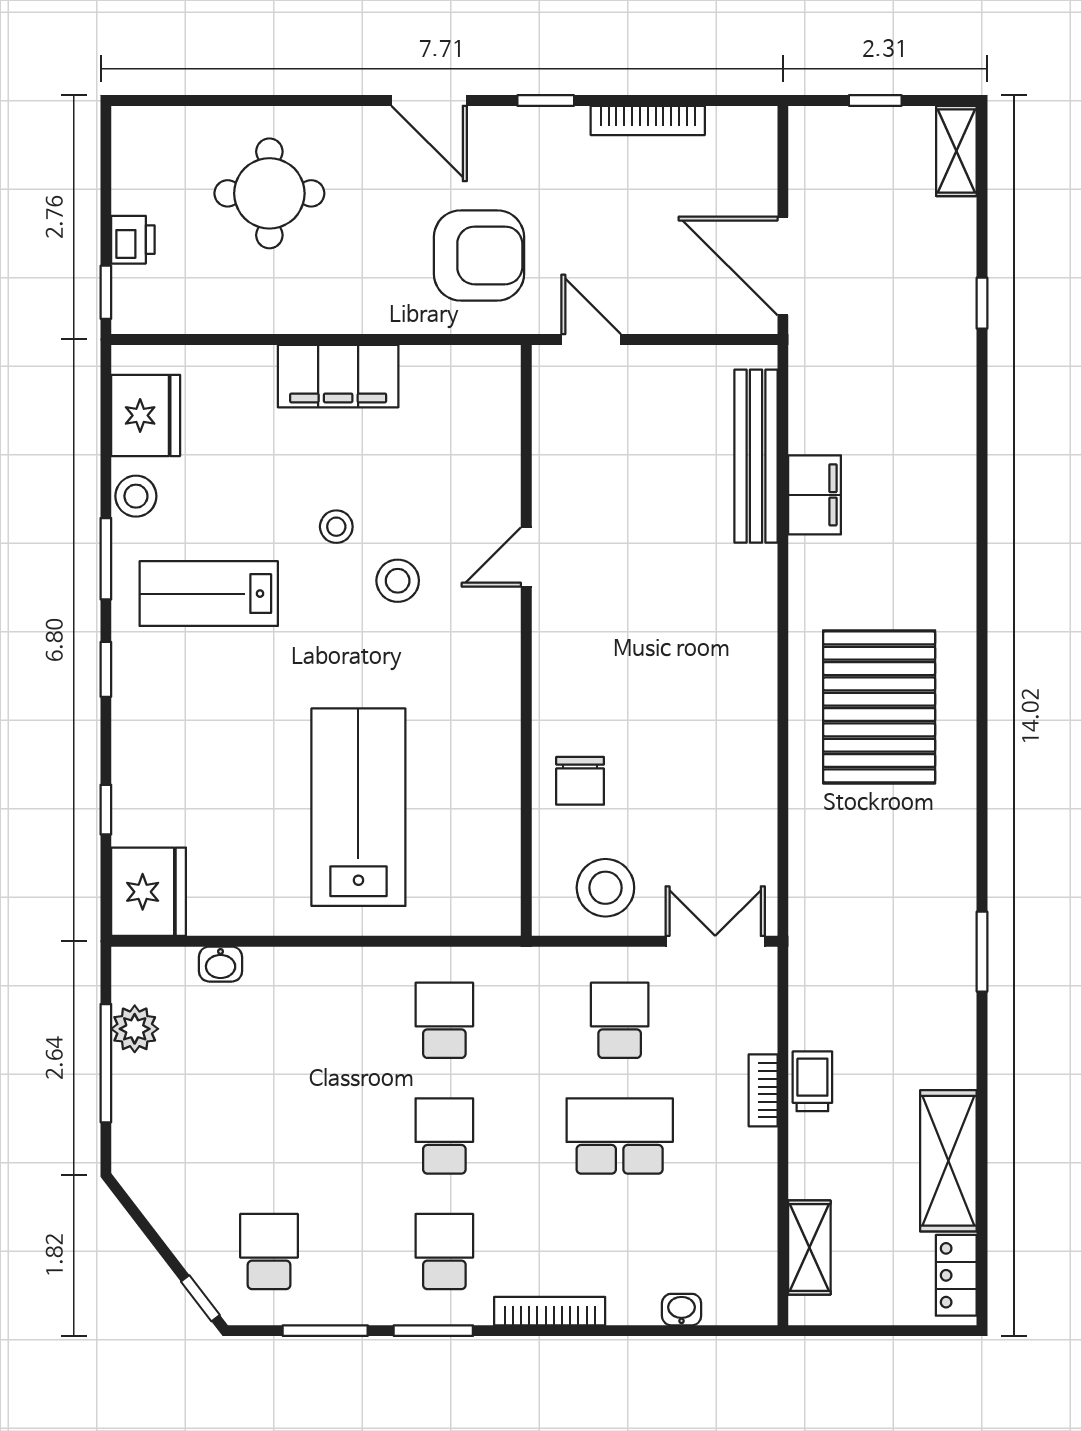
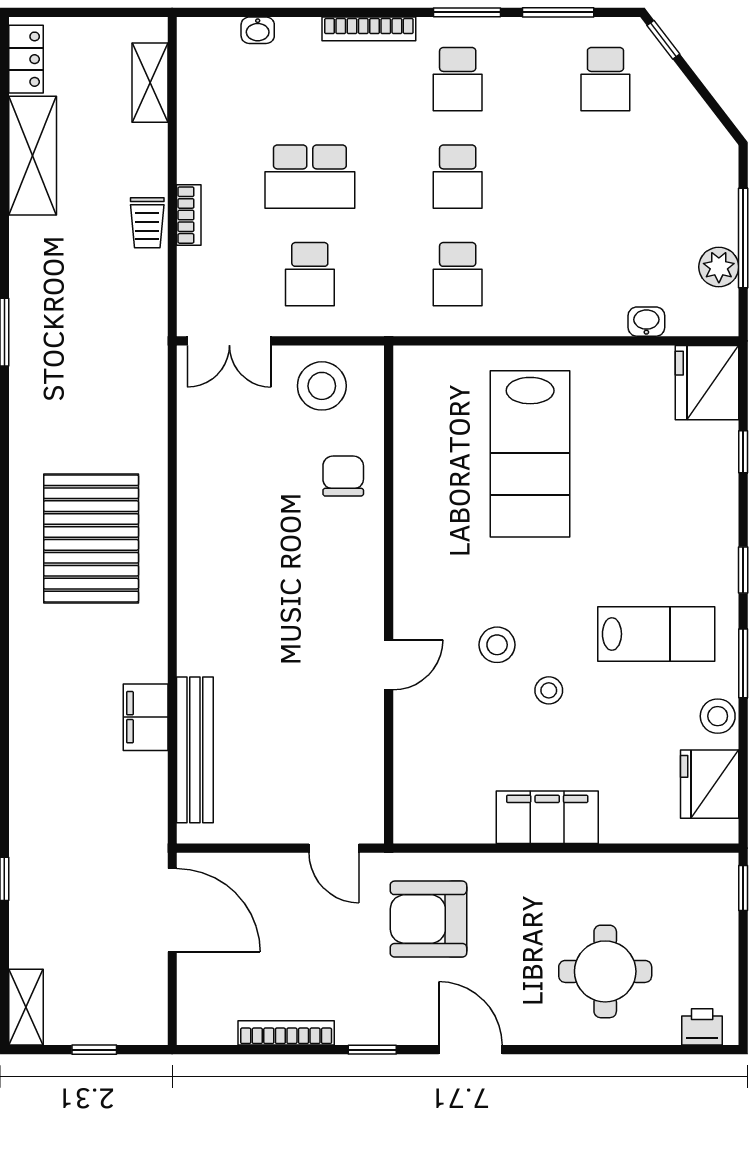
printer: (133, 240) -> (702, 1027), moved, turned 90

